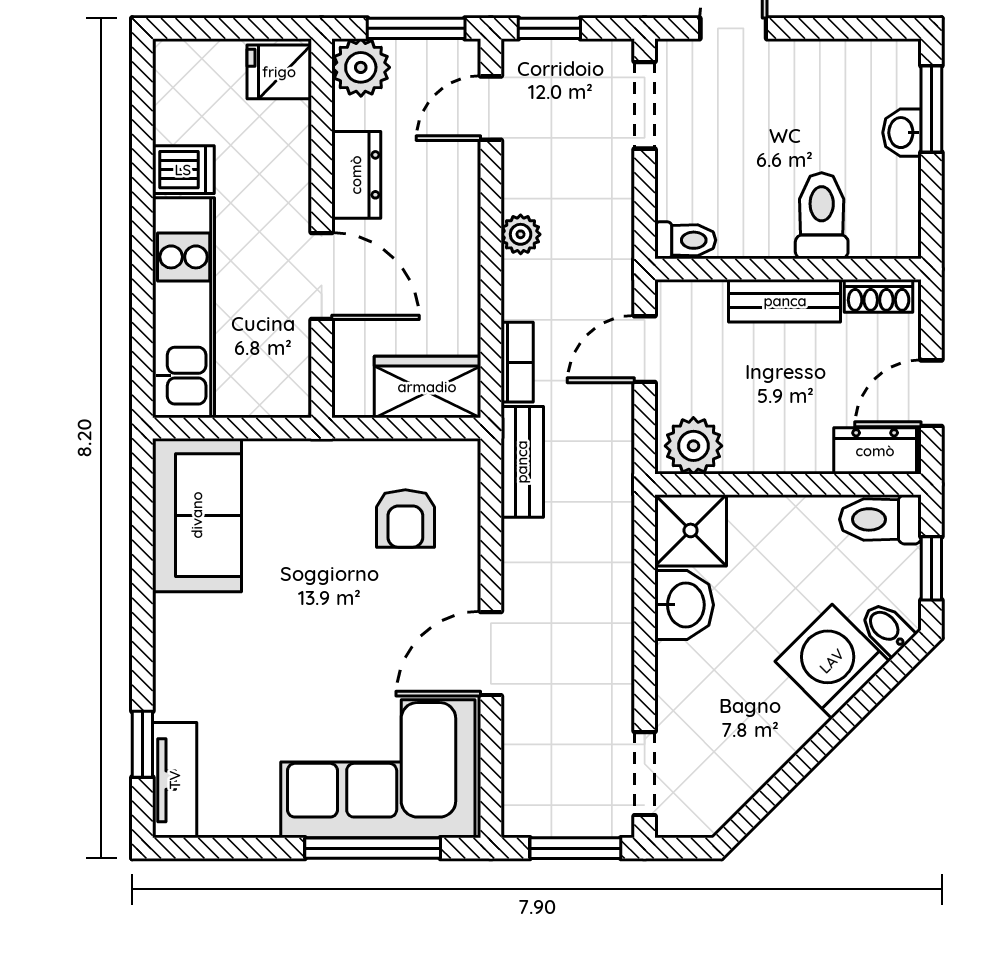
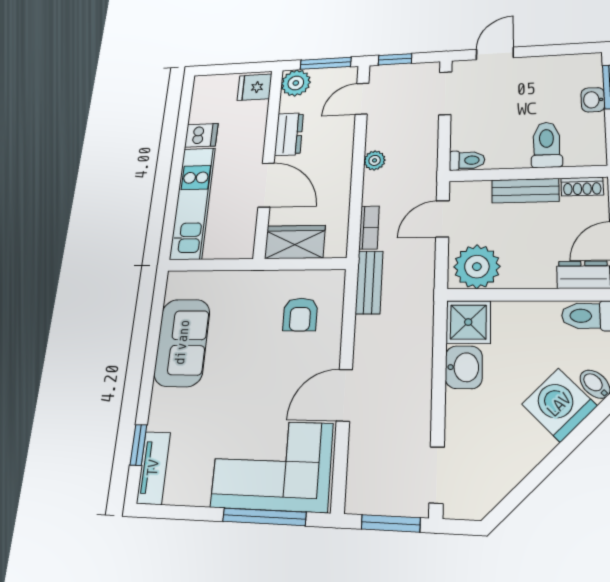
wardrobe: (427, 387) -> (295, 242), moved
plant: (693, 446) -> (477, 267), width x1.36, depth x1.36
sofa: (197, 515) -> (182, 343), moved

